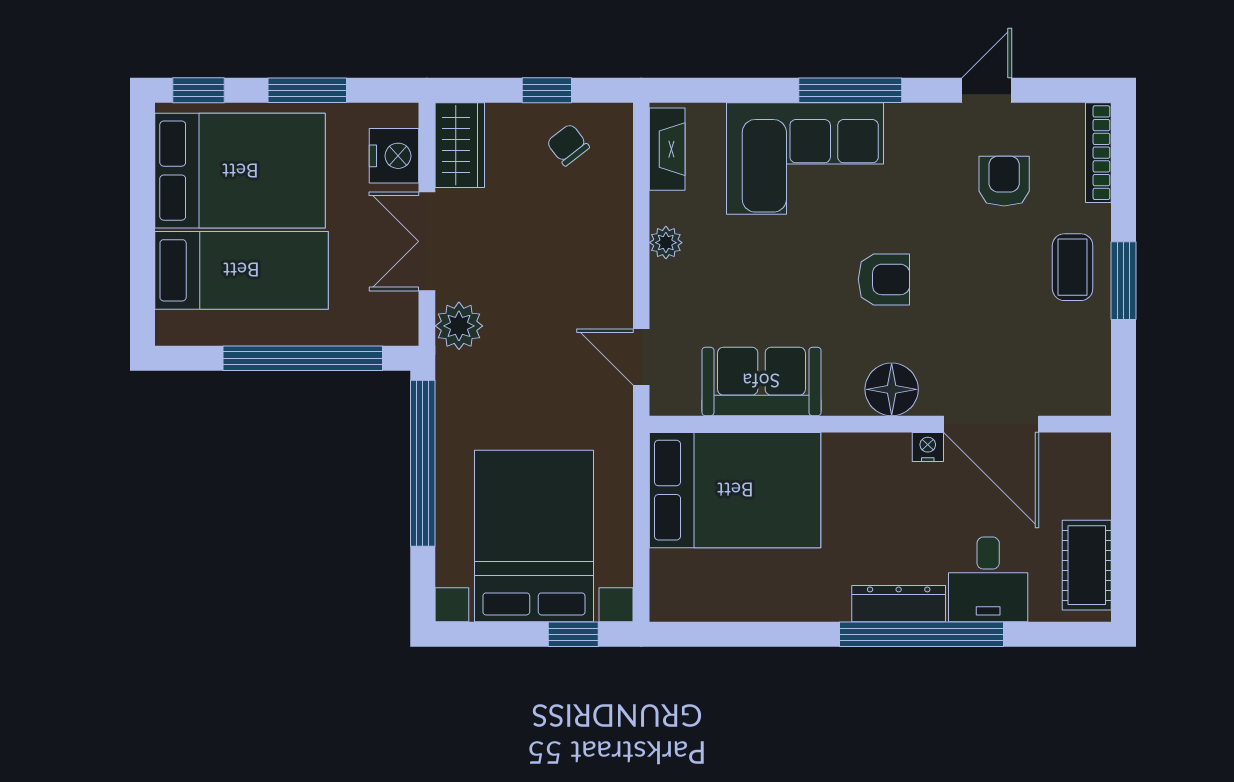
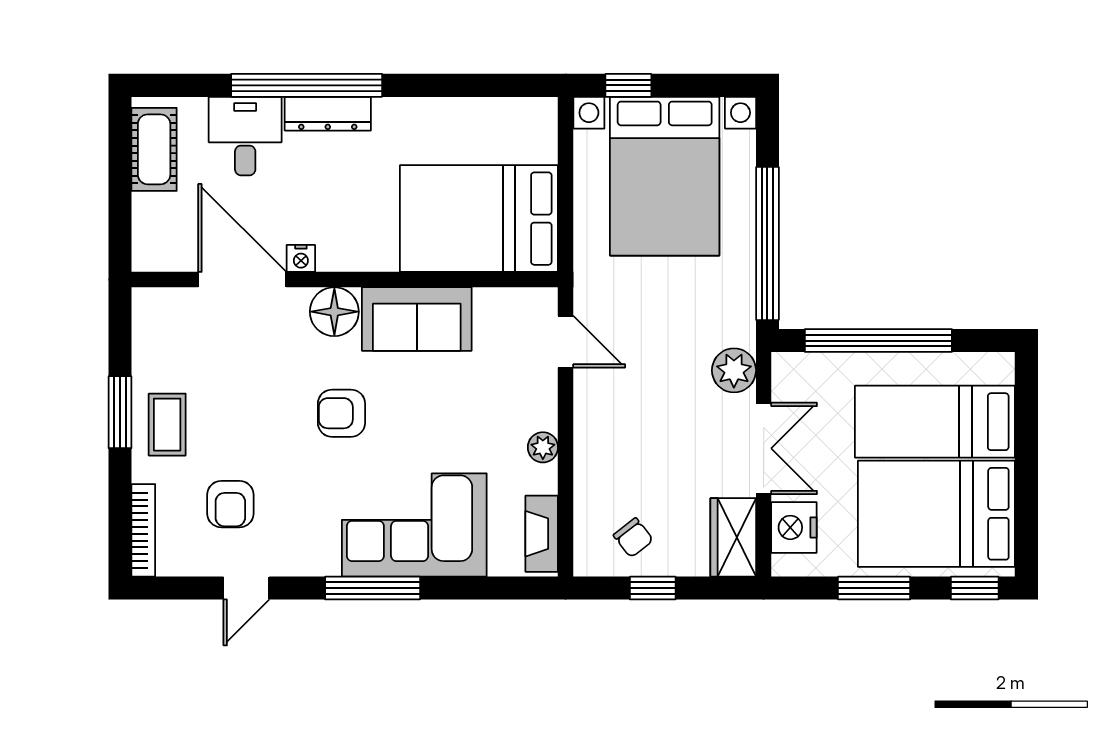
sofa: (761, 381) -> (417, 319), moved

